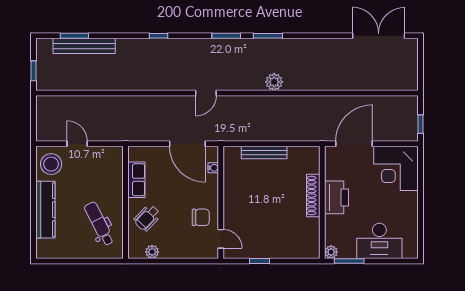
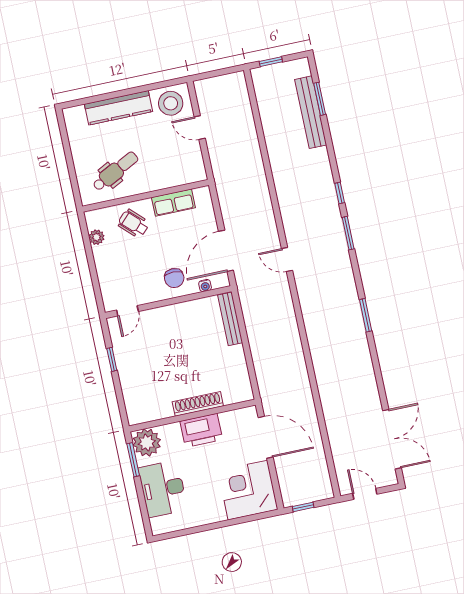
window: (226, 36) -> (348, 233), moved
door: (420, 69) -> (365, 494), added
plant: (274, 82) -> (316, 333), removed
door: (77, 144) -> (200, 128), swing flipped
bench: (264, 152) -> (230, 319), moved
chair: (201, 217) -> (174, 278), moved
plant: (331, 252) -> (147, 443), width x1.87, depth x1.87

